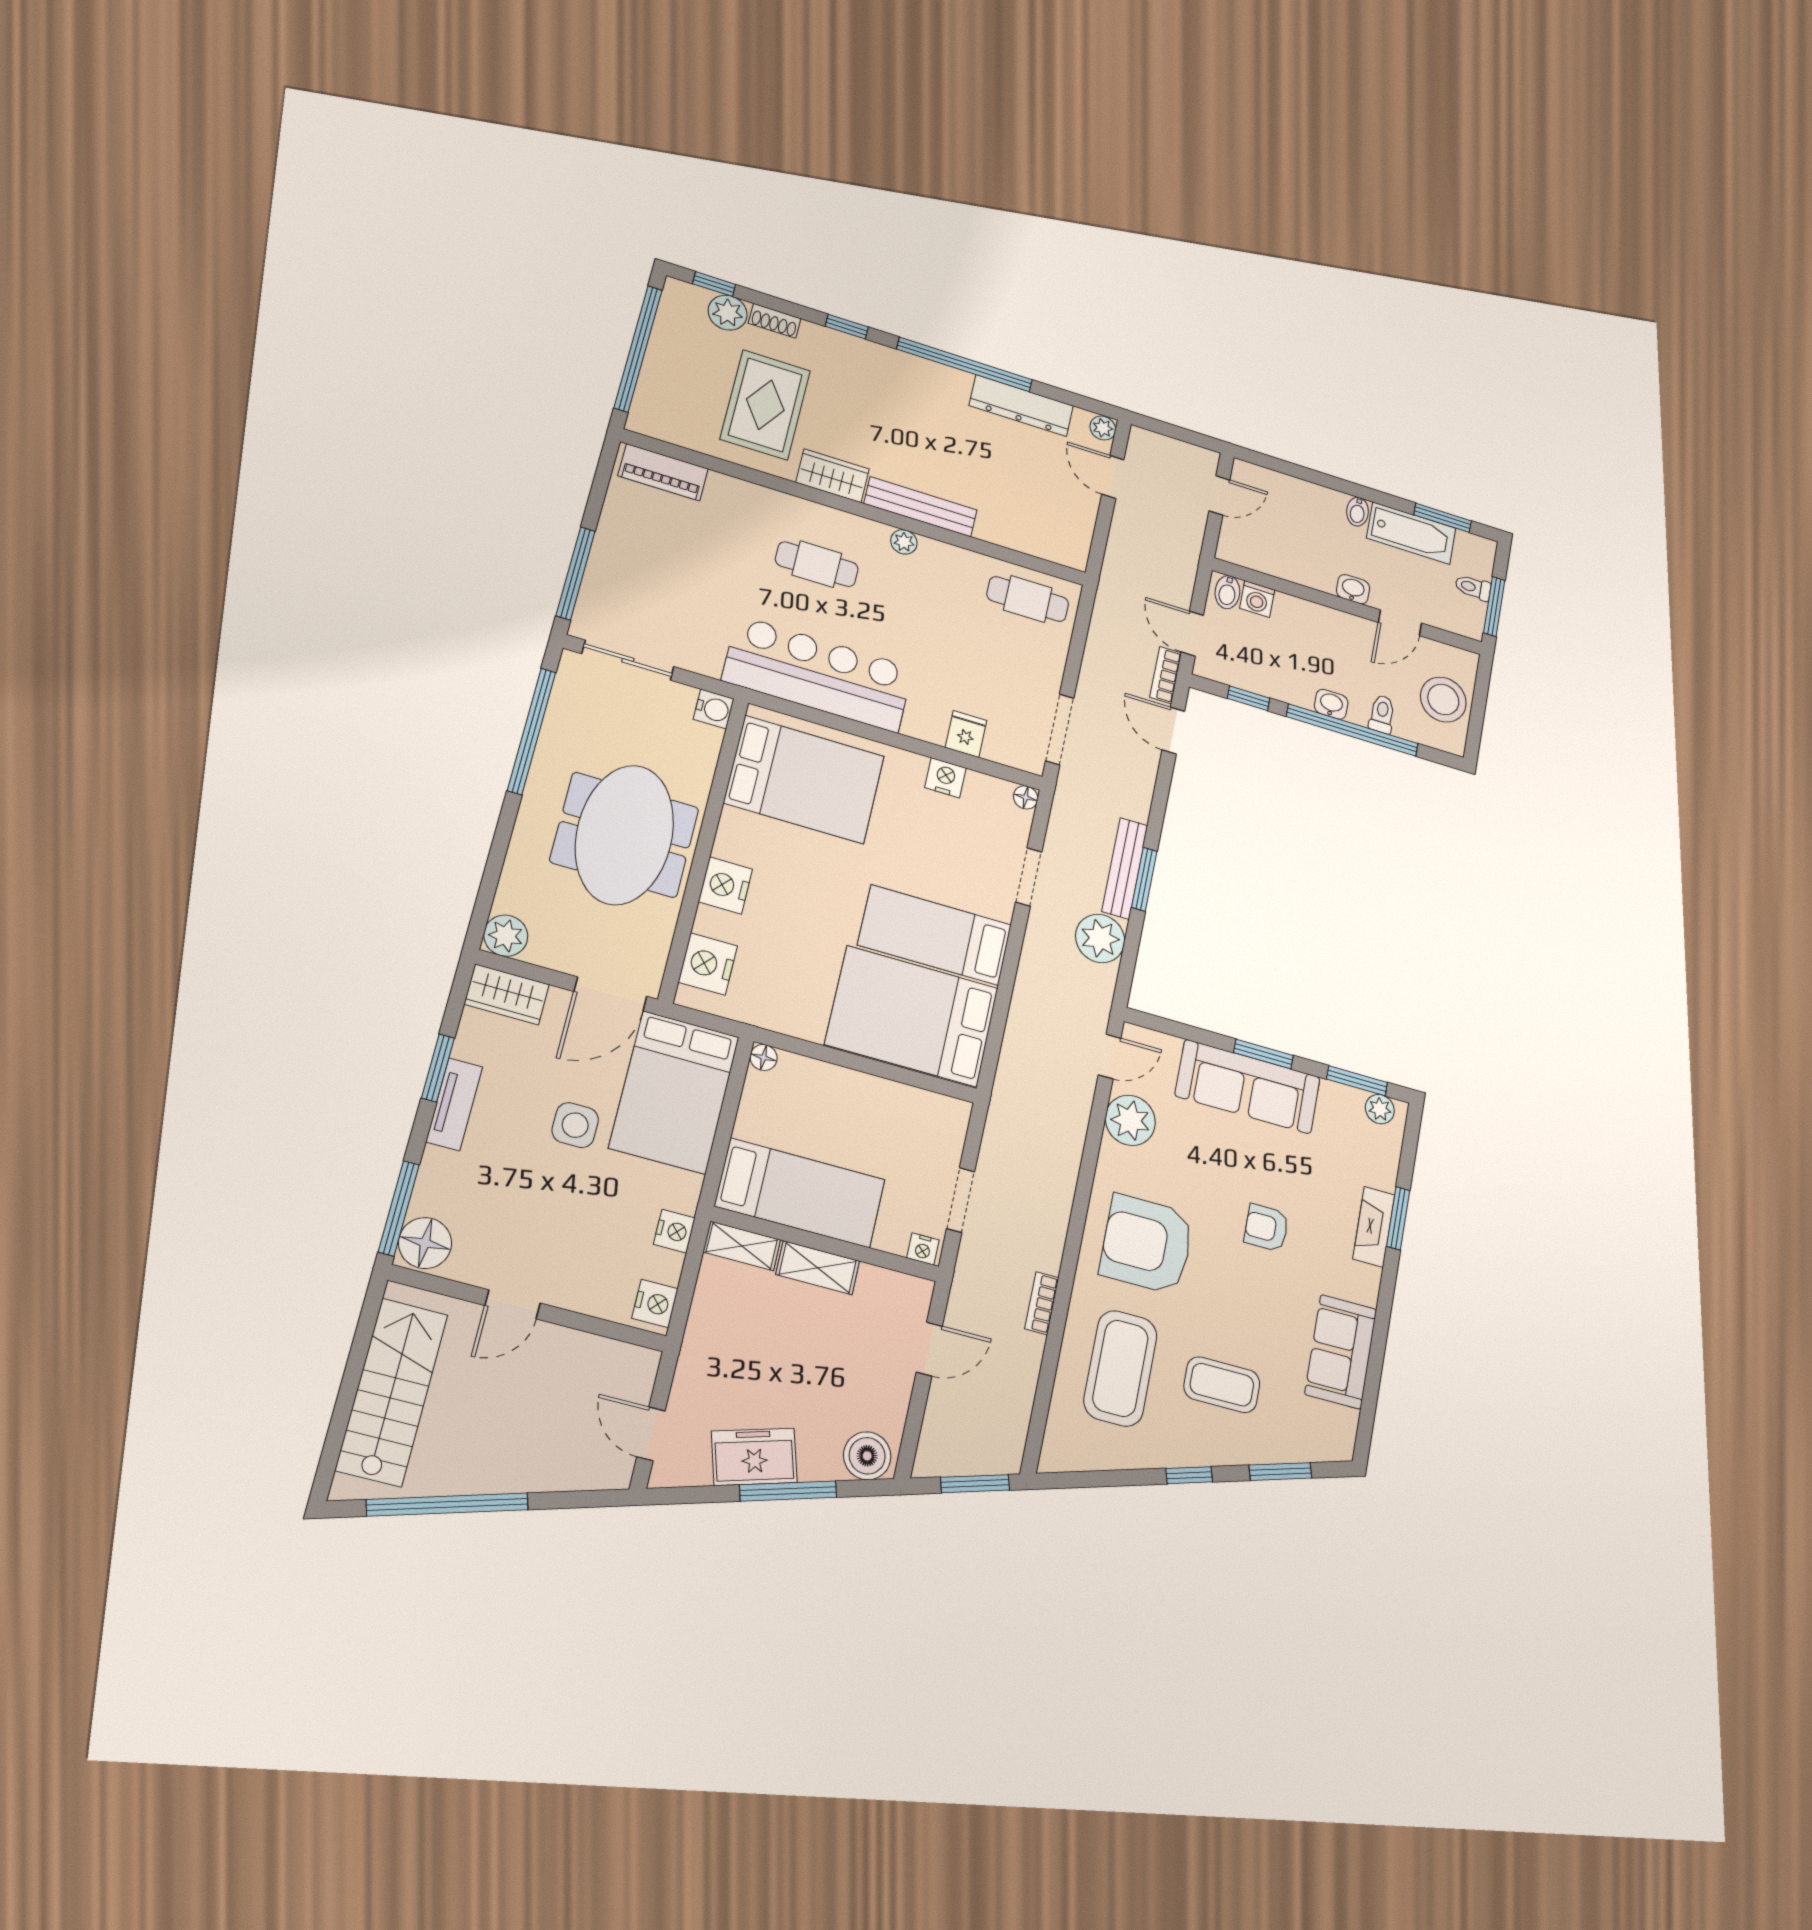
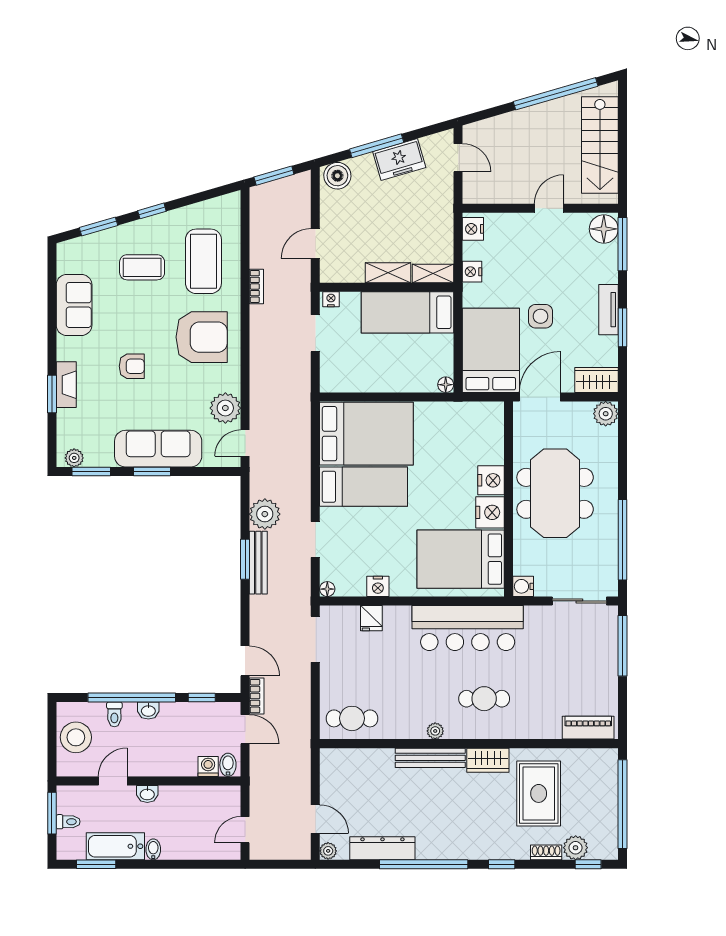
nightstand: (708, 964) -> (490, 512), moved

